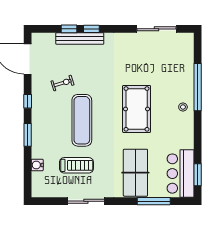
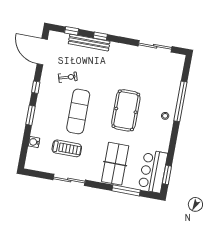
window: (69, 29) -> (72, 31), moved

